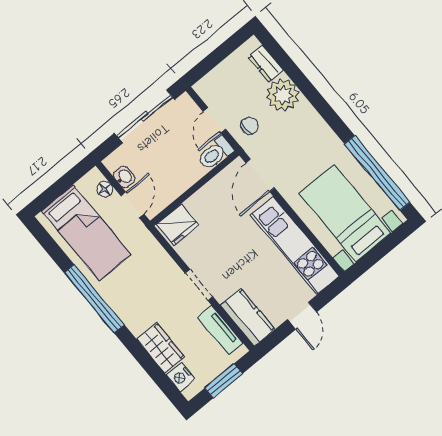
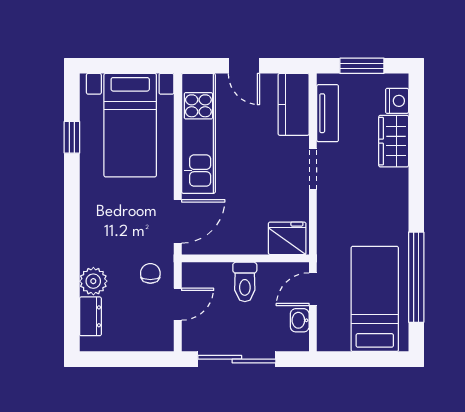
plant: (283, 95) -> (93, 281), width x0.73, depth x0.73
chair: (250, 126) -> (150, 273), turned 90
toilet: (215, 153) -> (245, 282), moved, turned 90
window: (377, 173) -> (72, 137), width x0.32
floor lamp: (105, 189) -> (326, 324), removed
window: (94, 299) -> (416, 277), moved
door: (302, 316) -> (244, 66), swing flipped

